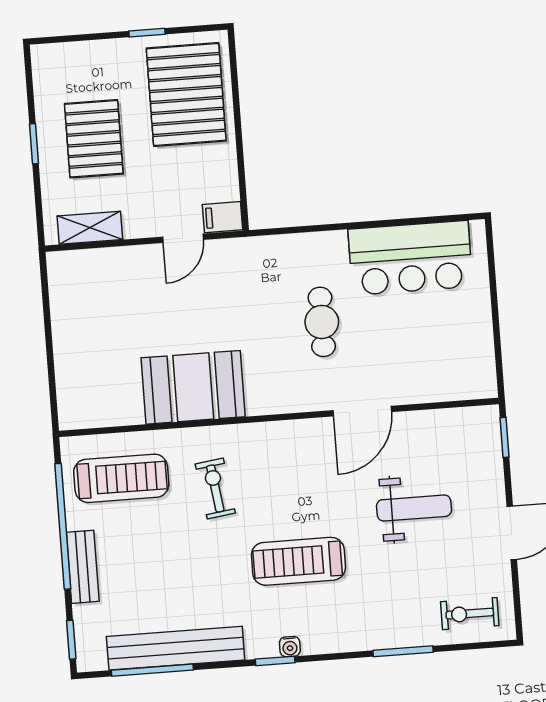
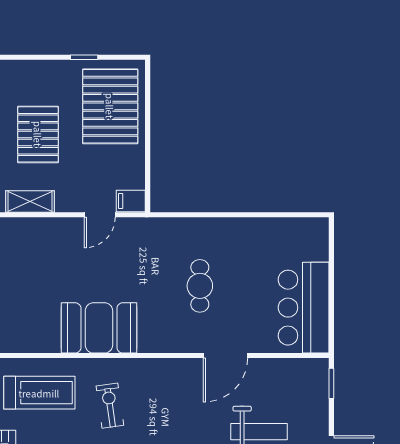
bar counter: (410, 258) -> (304, 308), moved, turned 90

